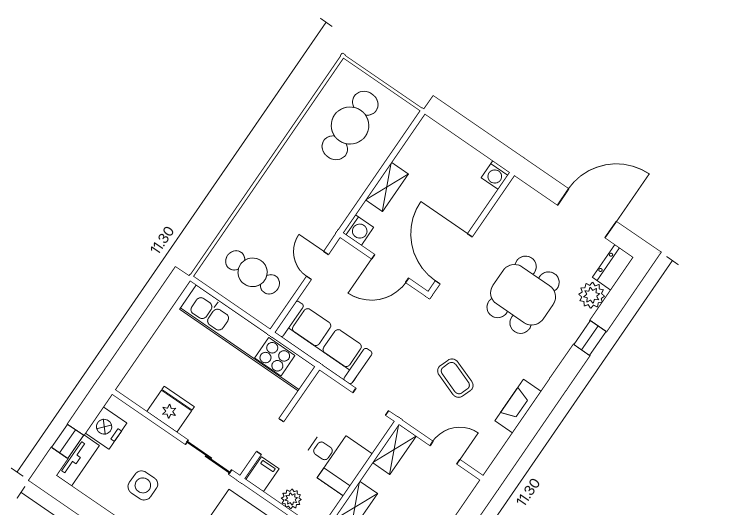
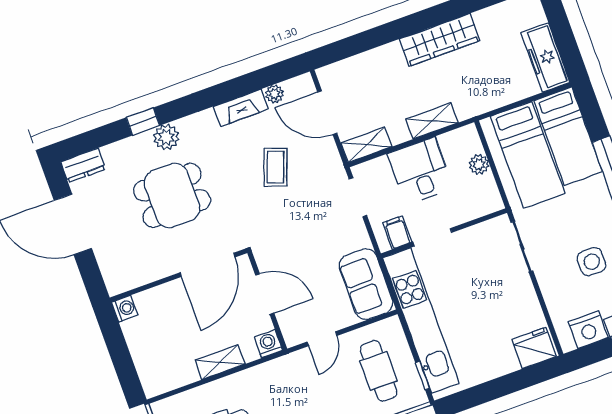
window: (214, 294) -> (422, 375), added
plant: (592, 295) -> (166, 137), moved
sofa: (324, 342) -> (366, 284), width x0.73
fridge: (171, 409) -> (534, 348), moved, turned 90
doorway: (270, 437) -> (432, 237), moved
plant: (499, 437) -> (275, 94), added
door: (445, 453) -> (327, 113), width x1.38
filing cabinet: (262, 474) -> (397, 232), moved, turned 90

